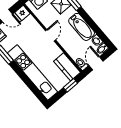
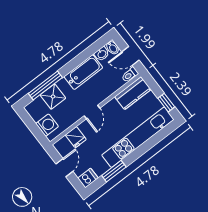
fridge: (22, 14) -> (76, 137), moved
door: (50, 35) -> (92, 112), swing flipped
window: (70, 85) -> (166, 103), moved

